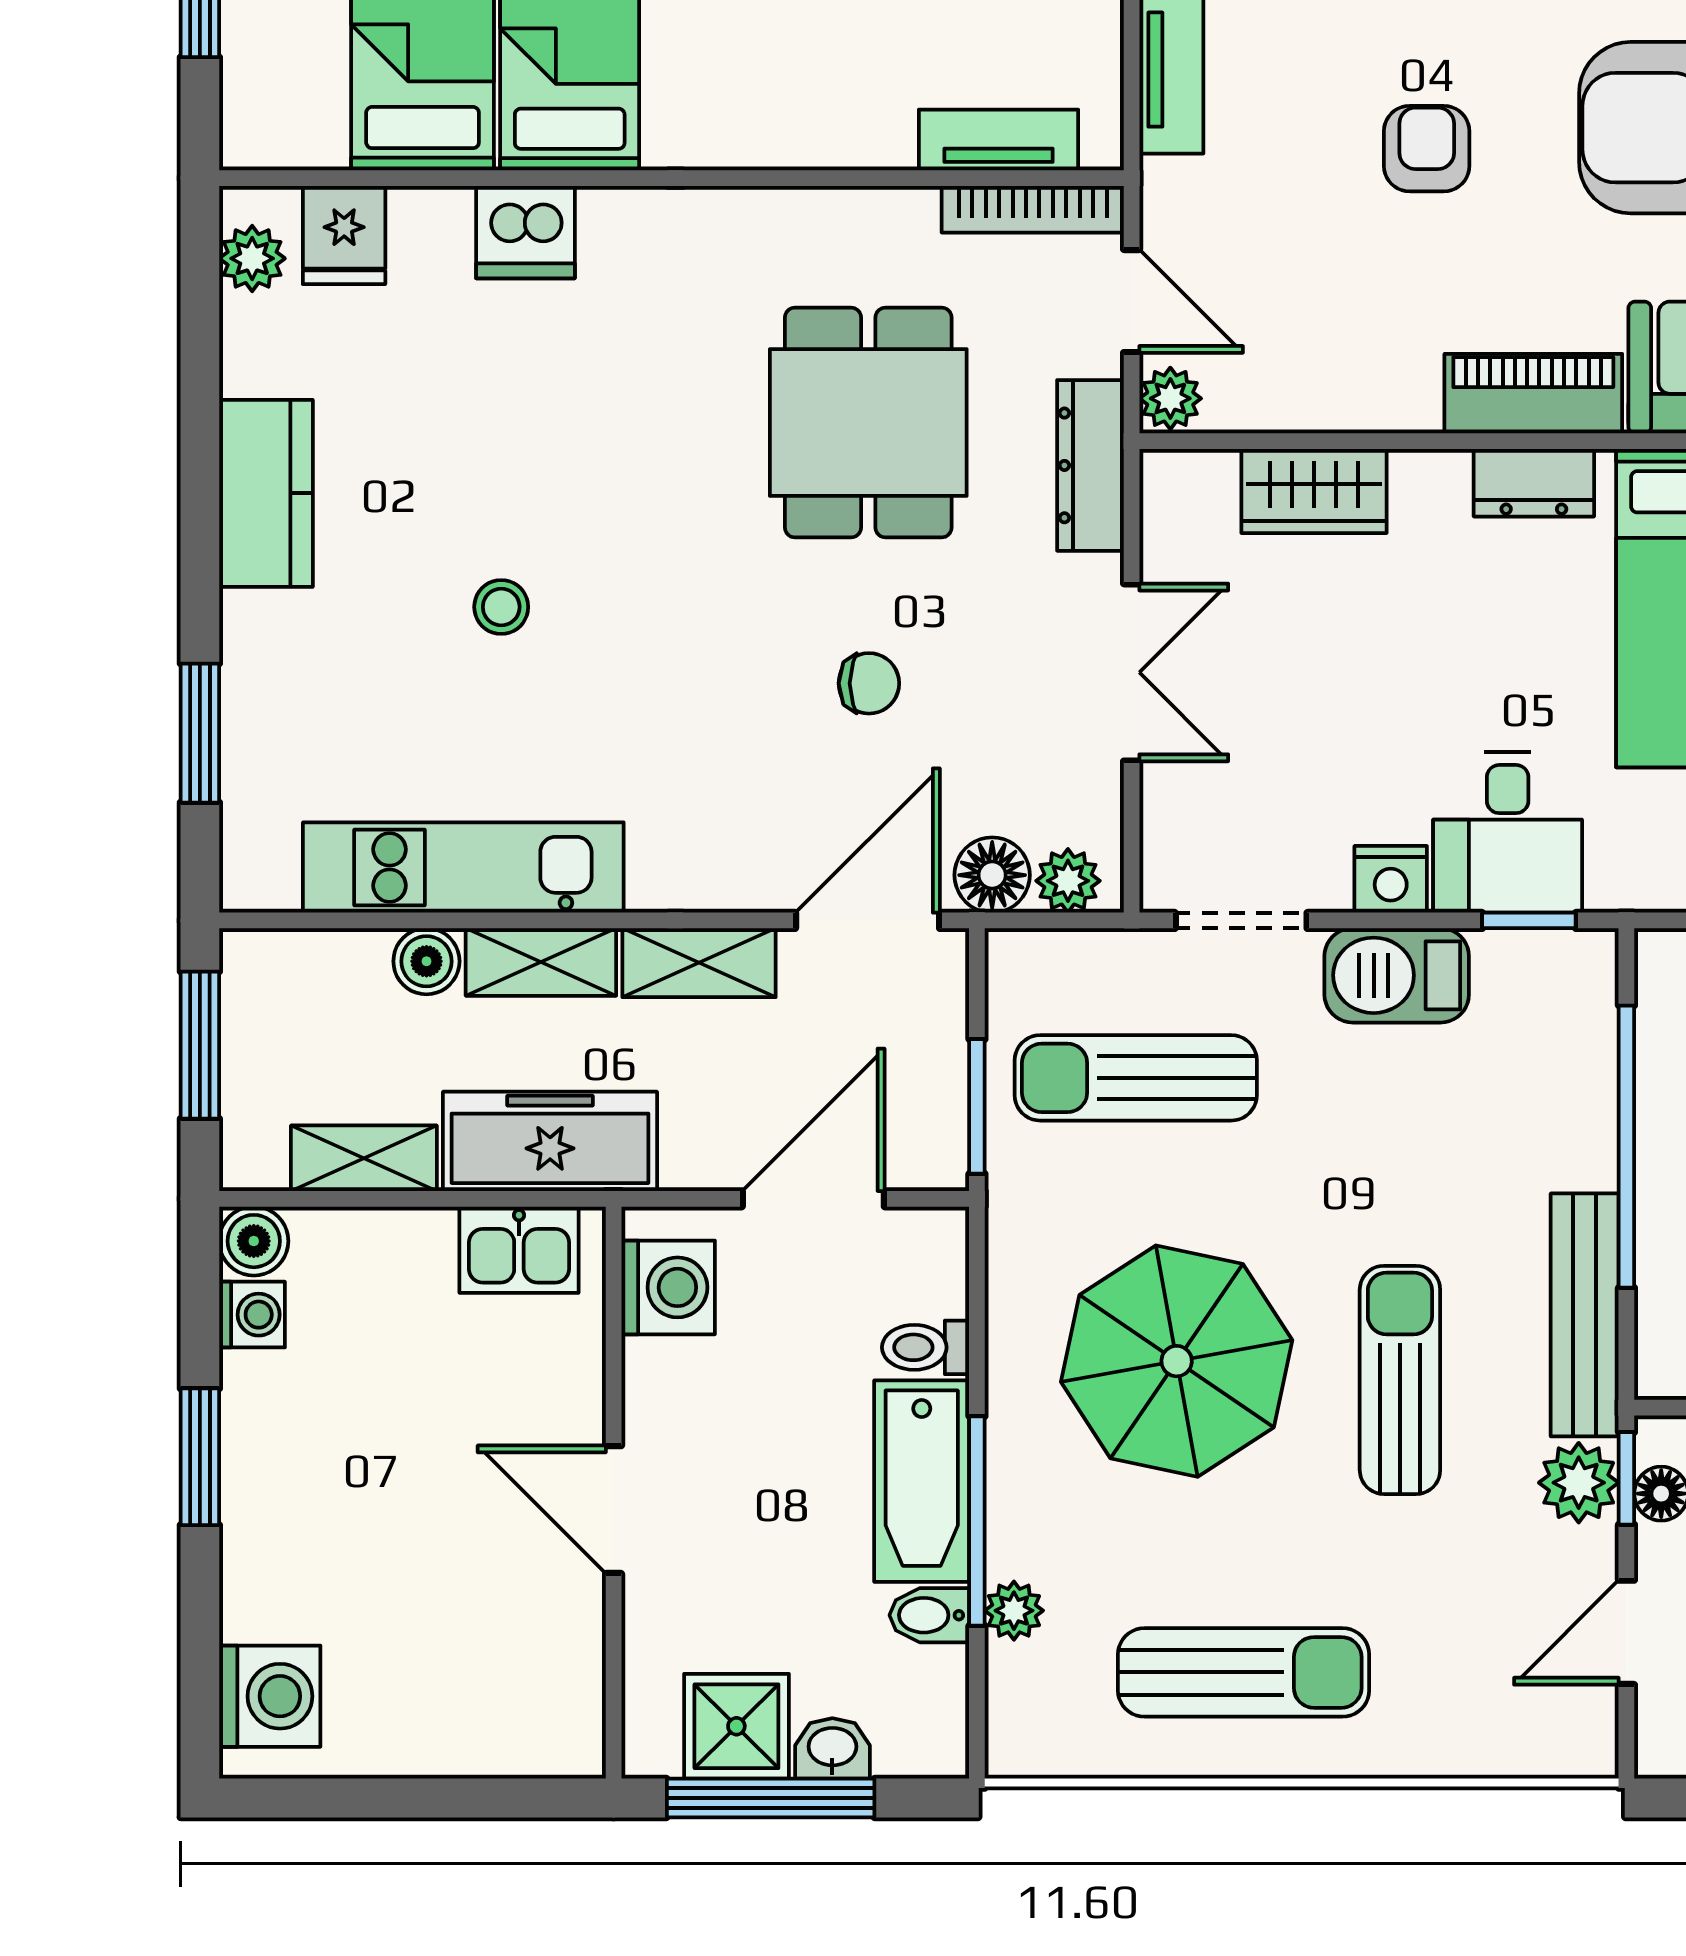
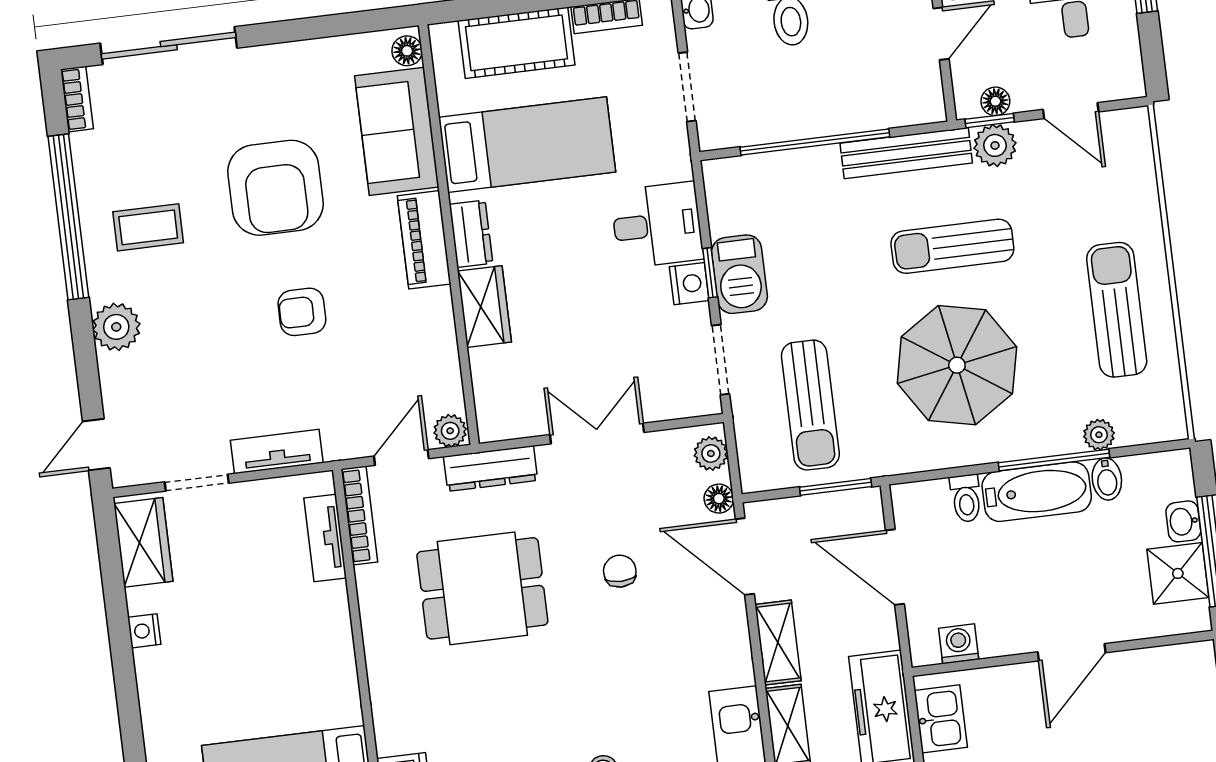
wardrobe: (1314, 491) -> (484, 307), moved
floor lamp: (992, 875) -> (719, 499), width x0.73, depth x0.73
window: (1529, 920) -> (710, 273), moved
washing machine: (668, 1287) -> (959, 644), width x0.73, depth x0.73

